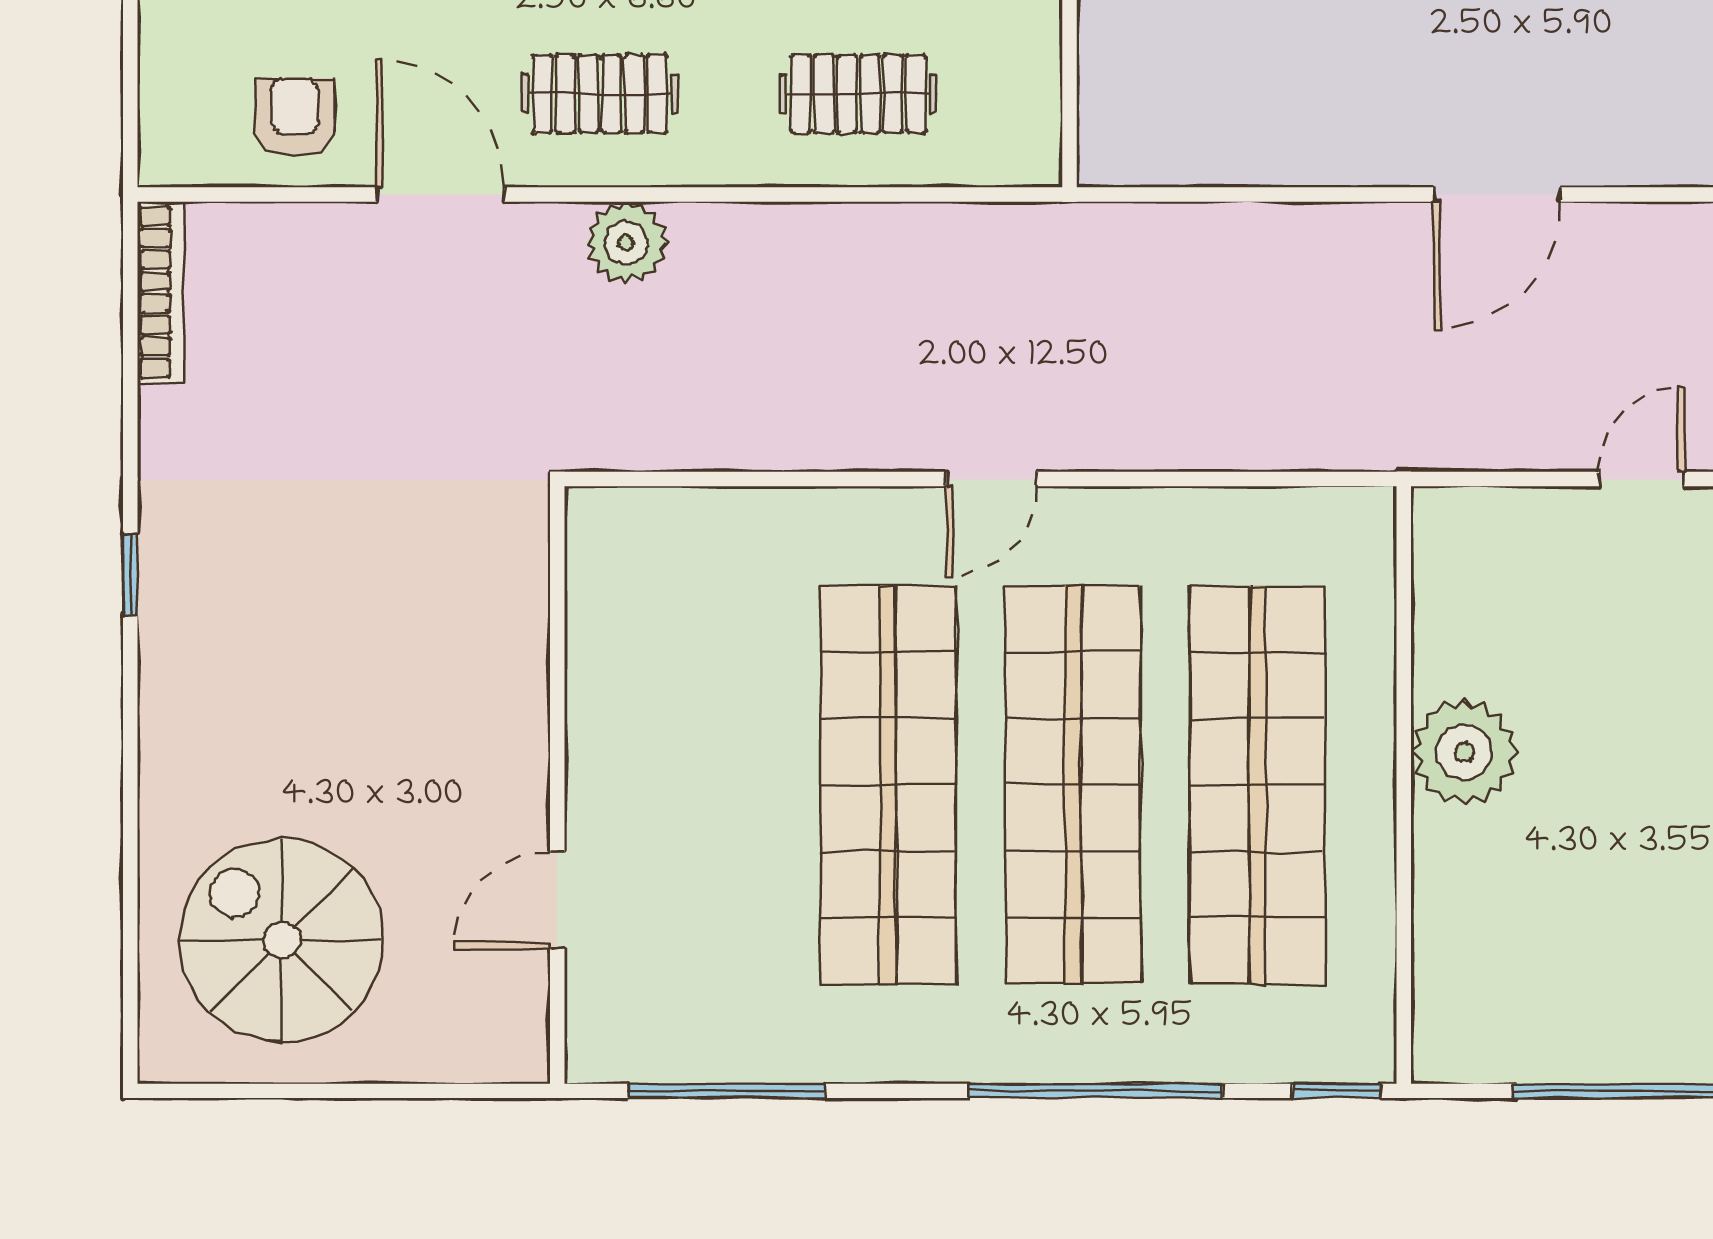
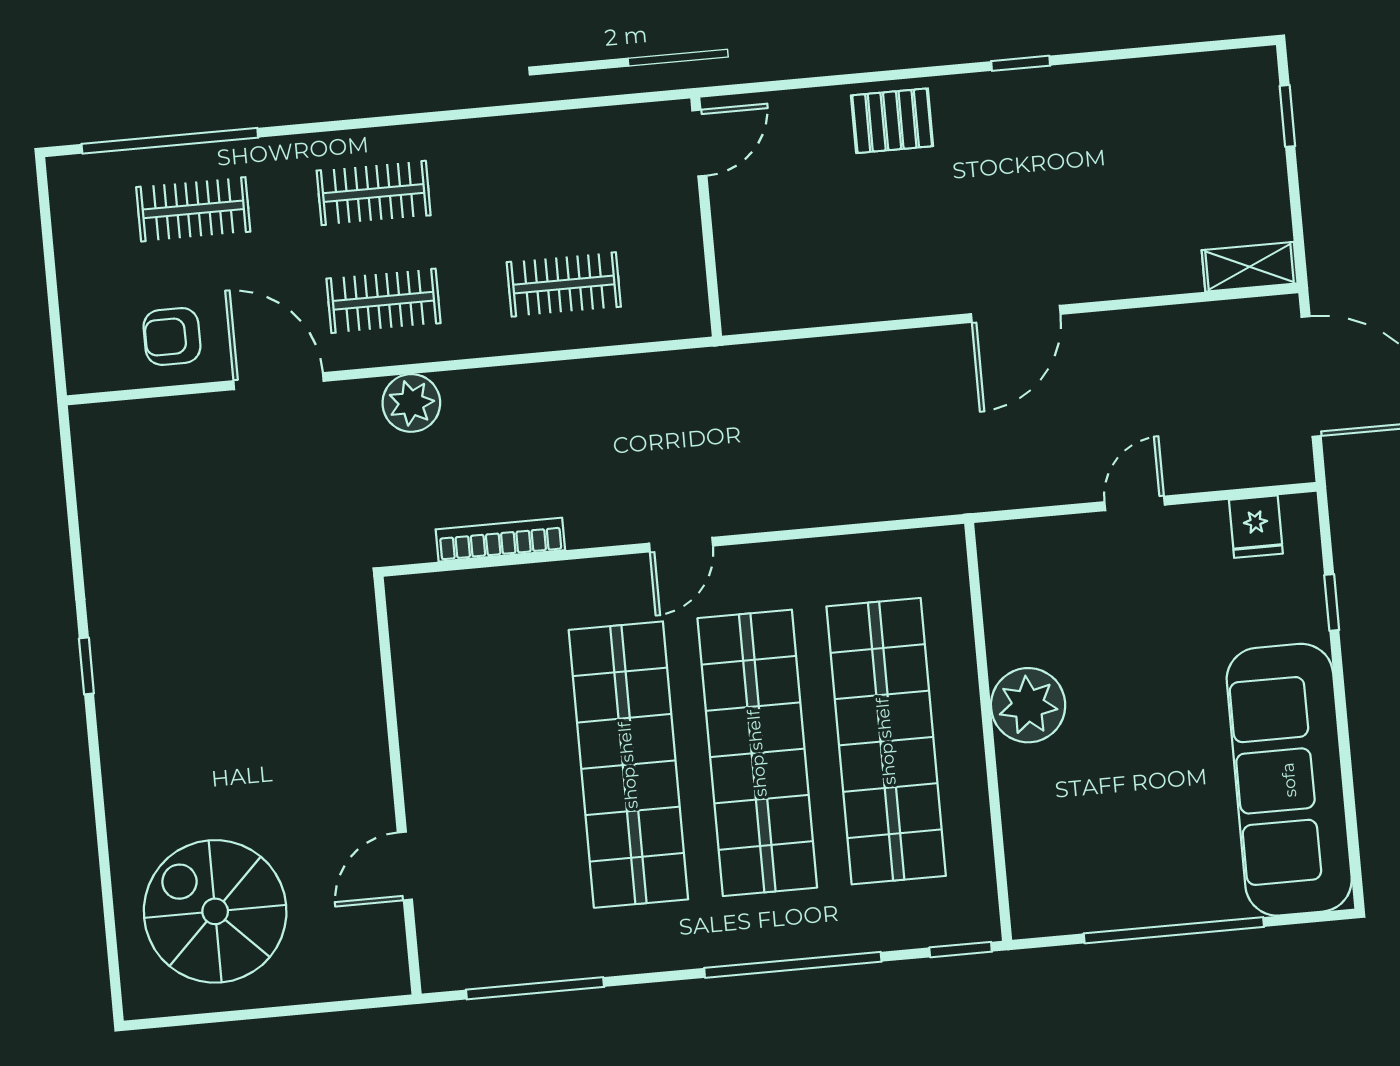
armchair: (295, 117) -> (172, 336), turned -90
bookcase: (161, 292) -> (500, 540), moved, turned -90

